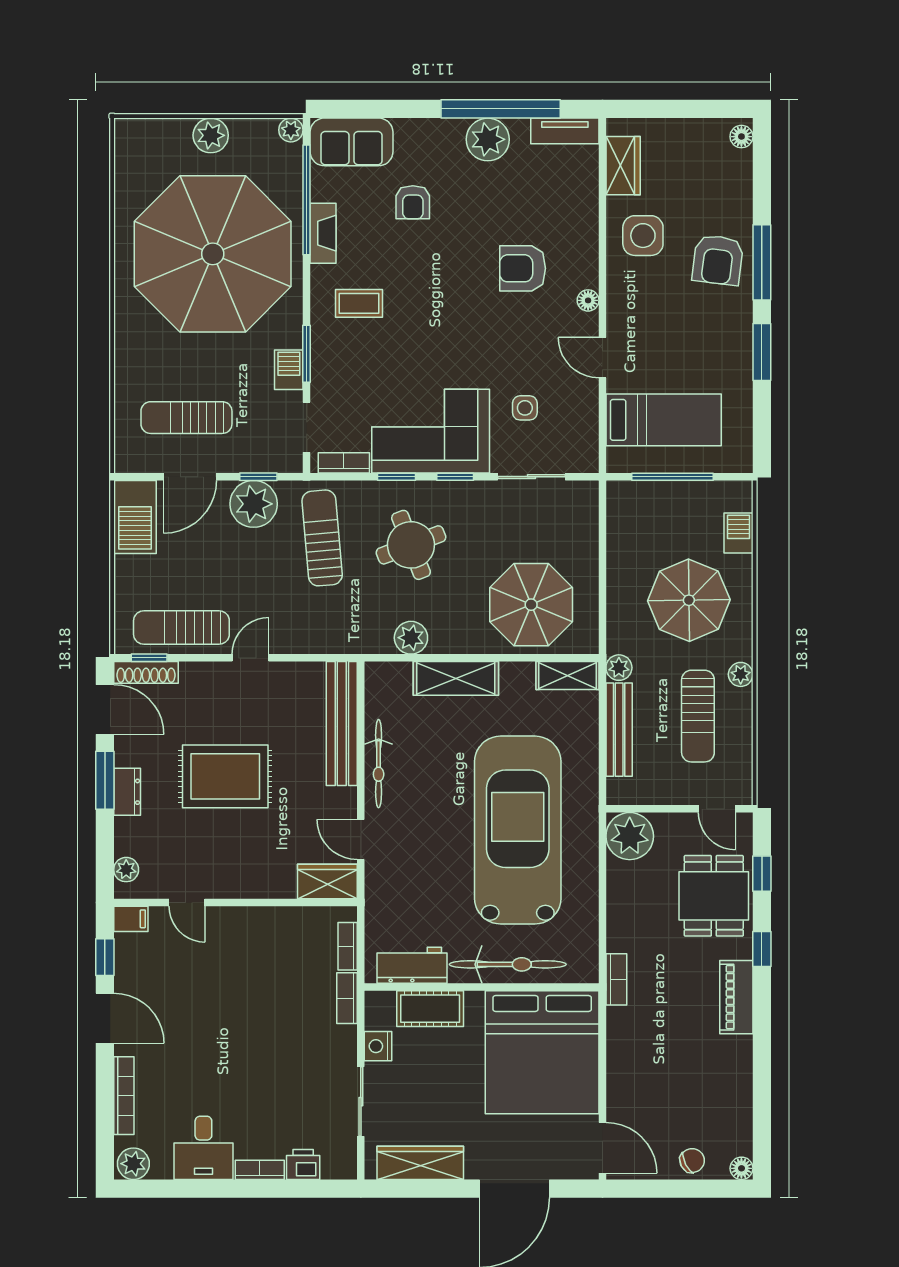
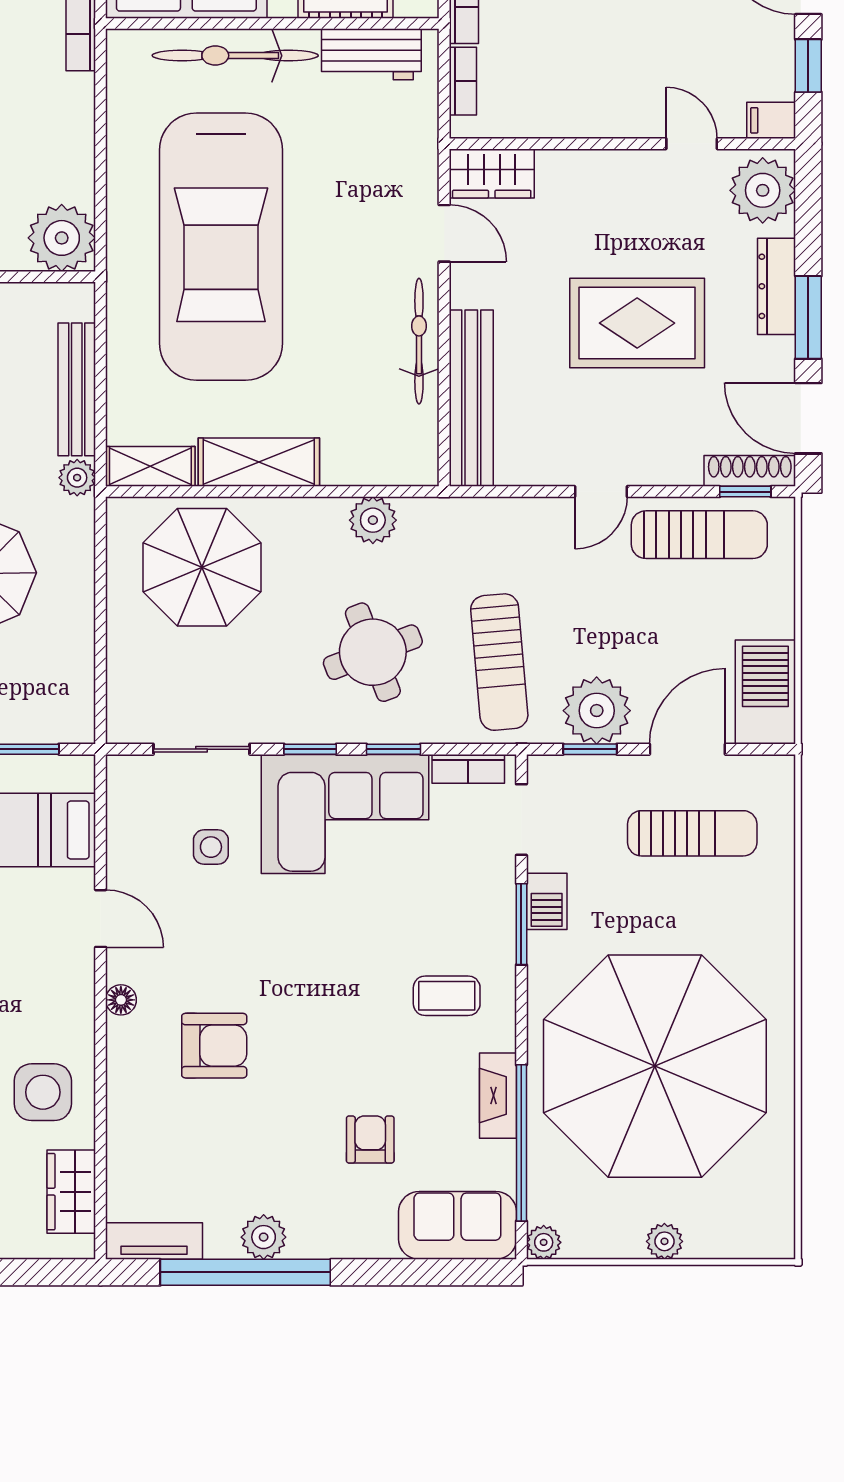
plant: (211, 135) -> (664, 1241), width x0.73, depth x0.73
plant: (488, 139) -> (264, 1237), width x0.73, depth x0.73
shelving: (456, 678) -> (259, 462), moved
dresser: (127, 792) -> (777, 286), width x1.44
plant: (126, 870) -> (763, 190), width x1.88, depth x1.88

